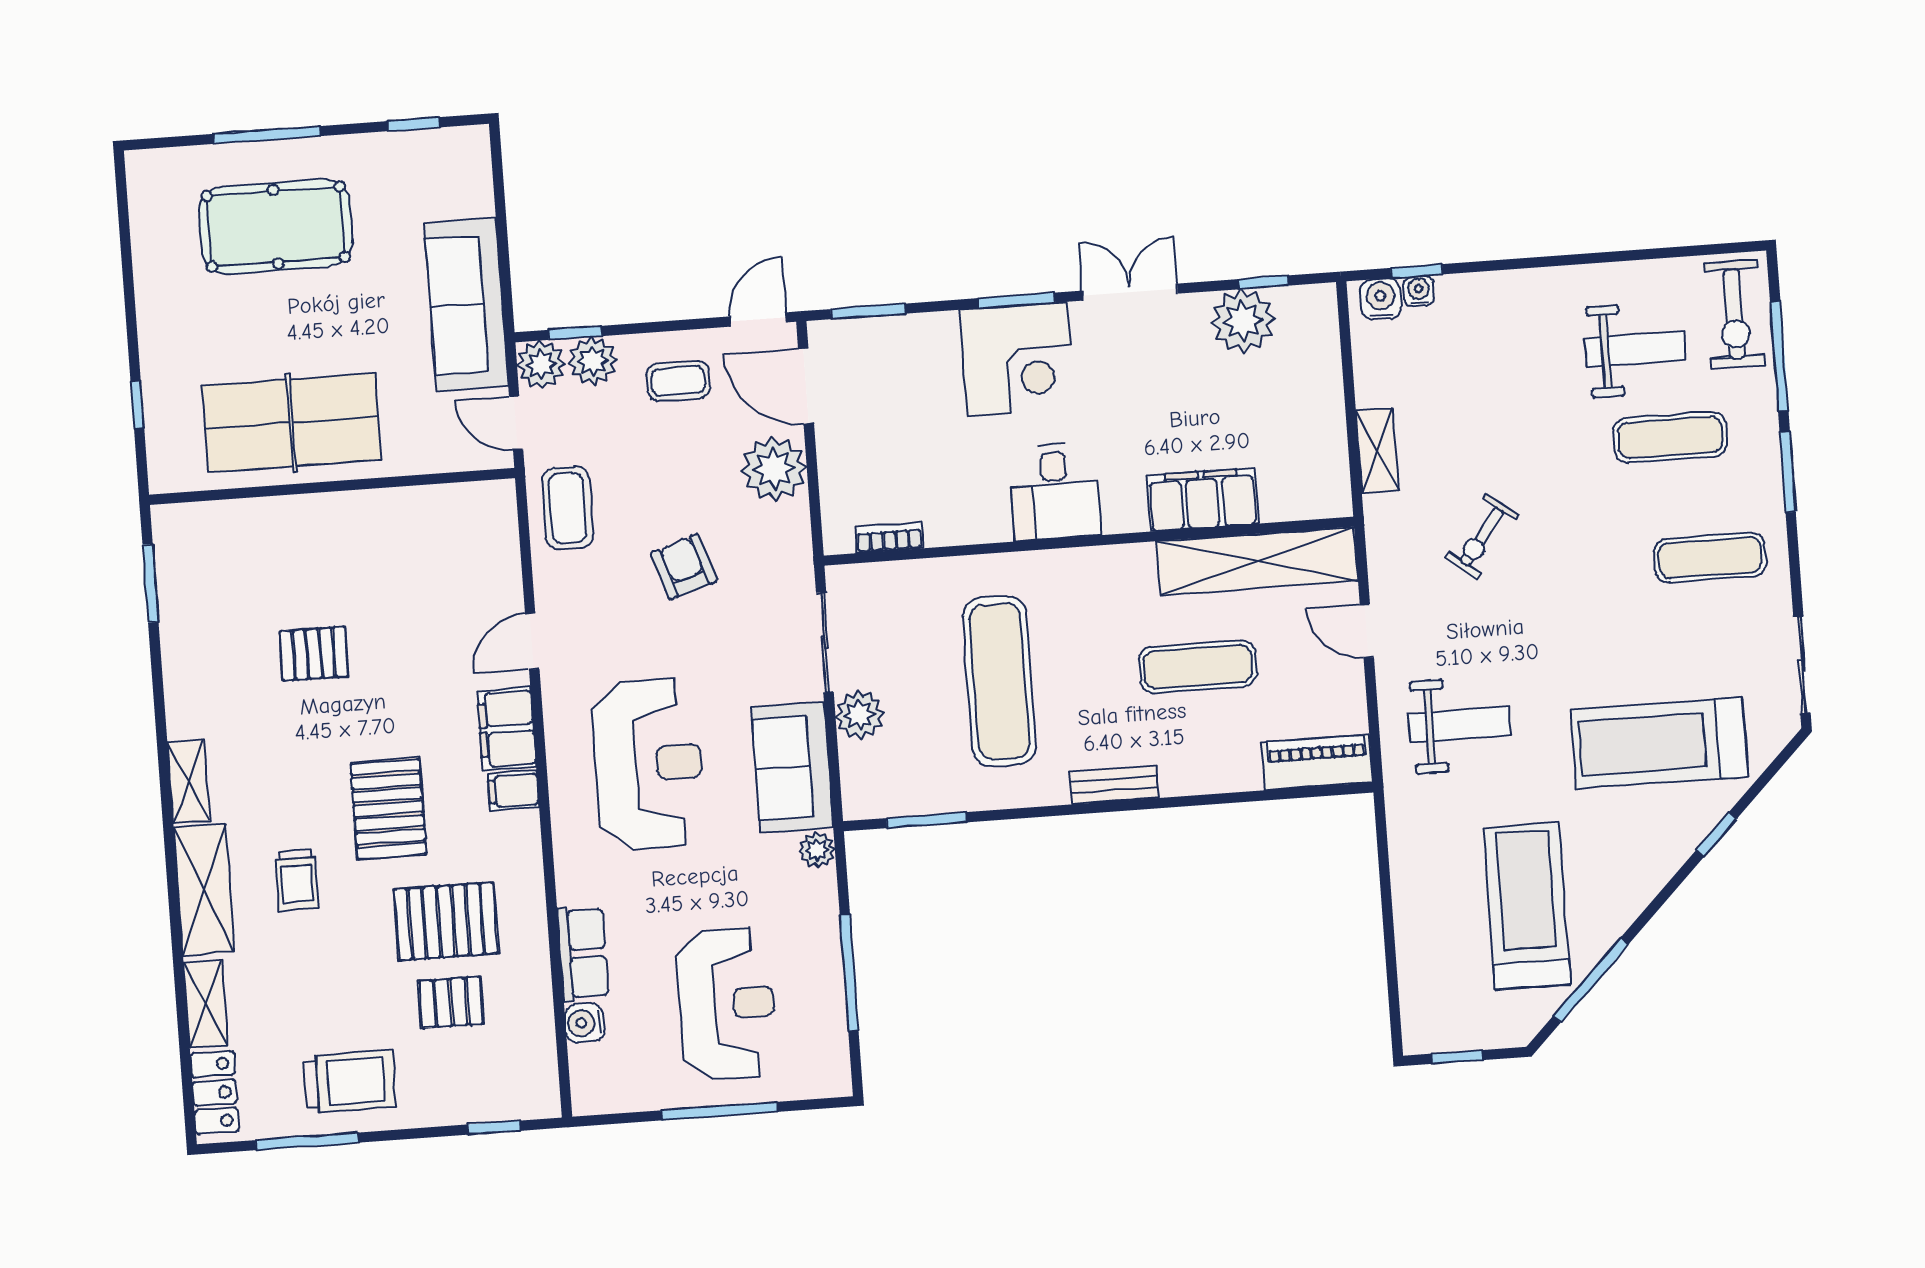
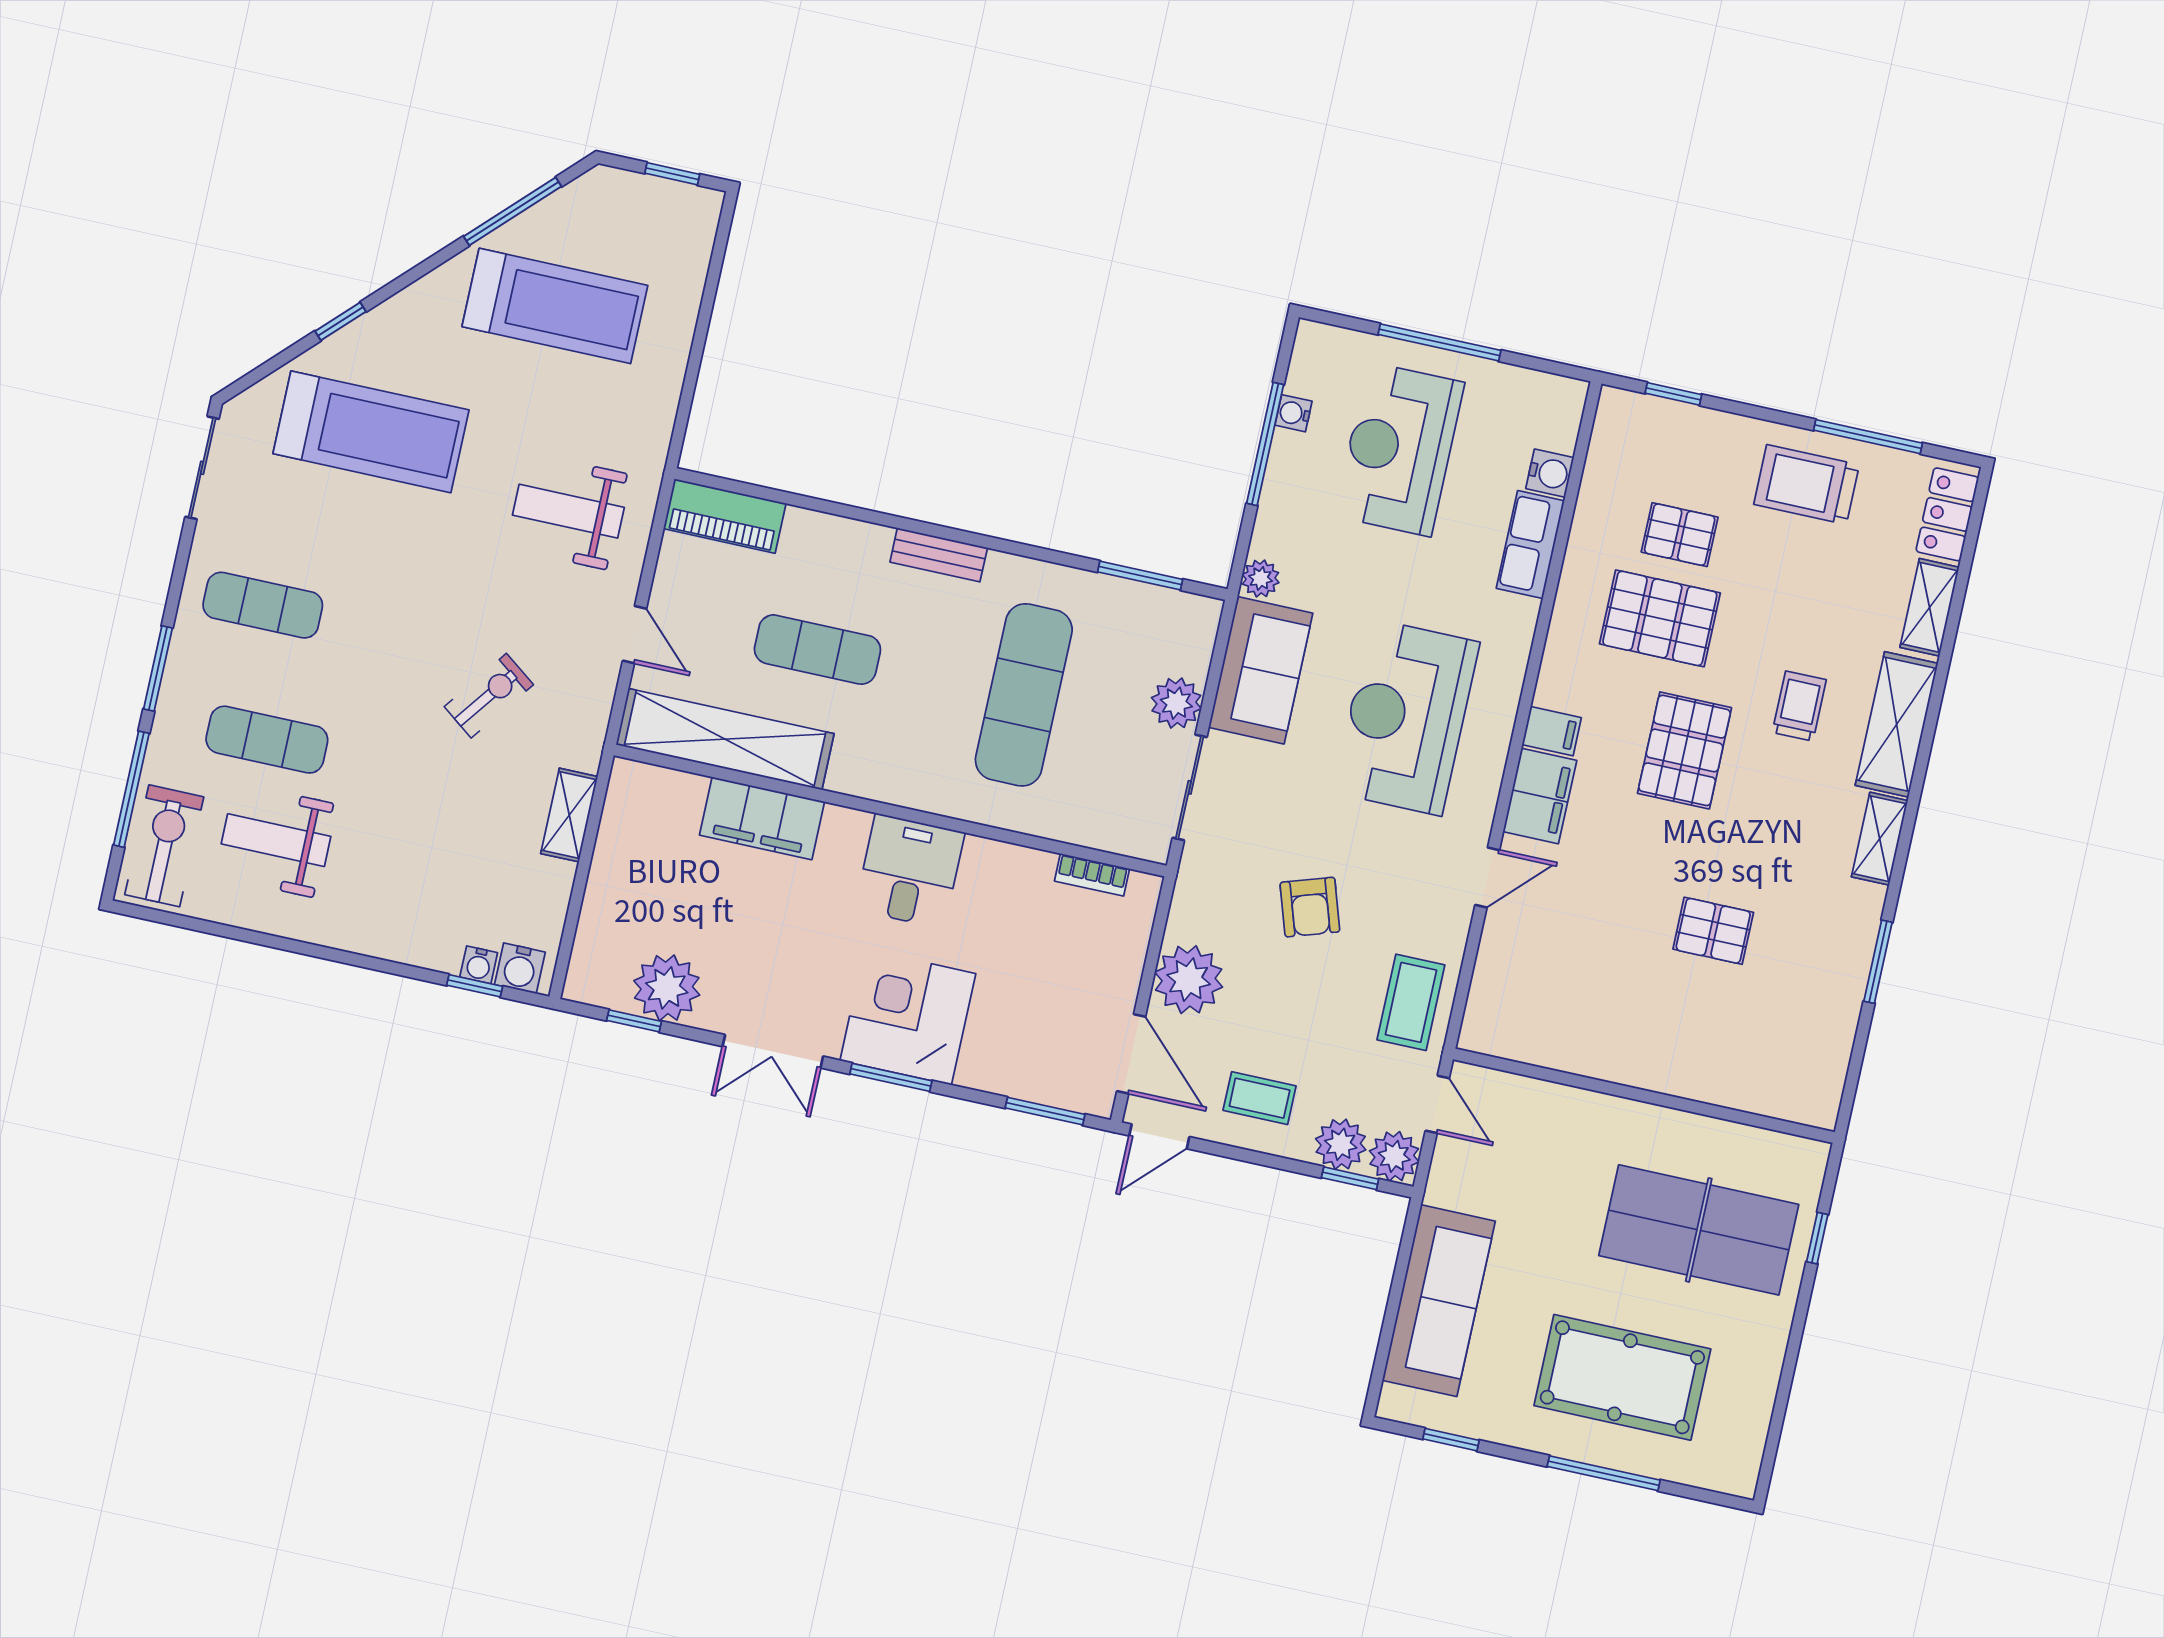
sofa: (466, 305) -> (1439, 1301), moved
table tennis table: (291, 423) -> (1699, 1230), moved
window: (150, 583) -> (1878, 962), moved
treadmill: (1527, 906) -> (555, 306), turned -90
water cooler: (832, 1008) -> (1294, 413), added

